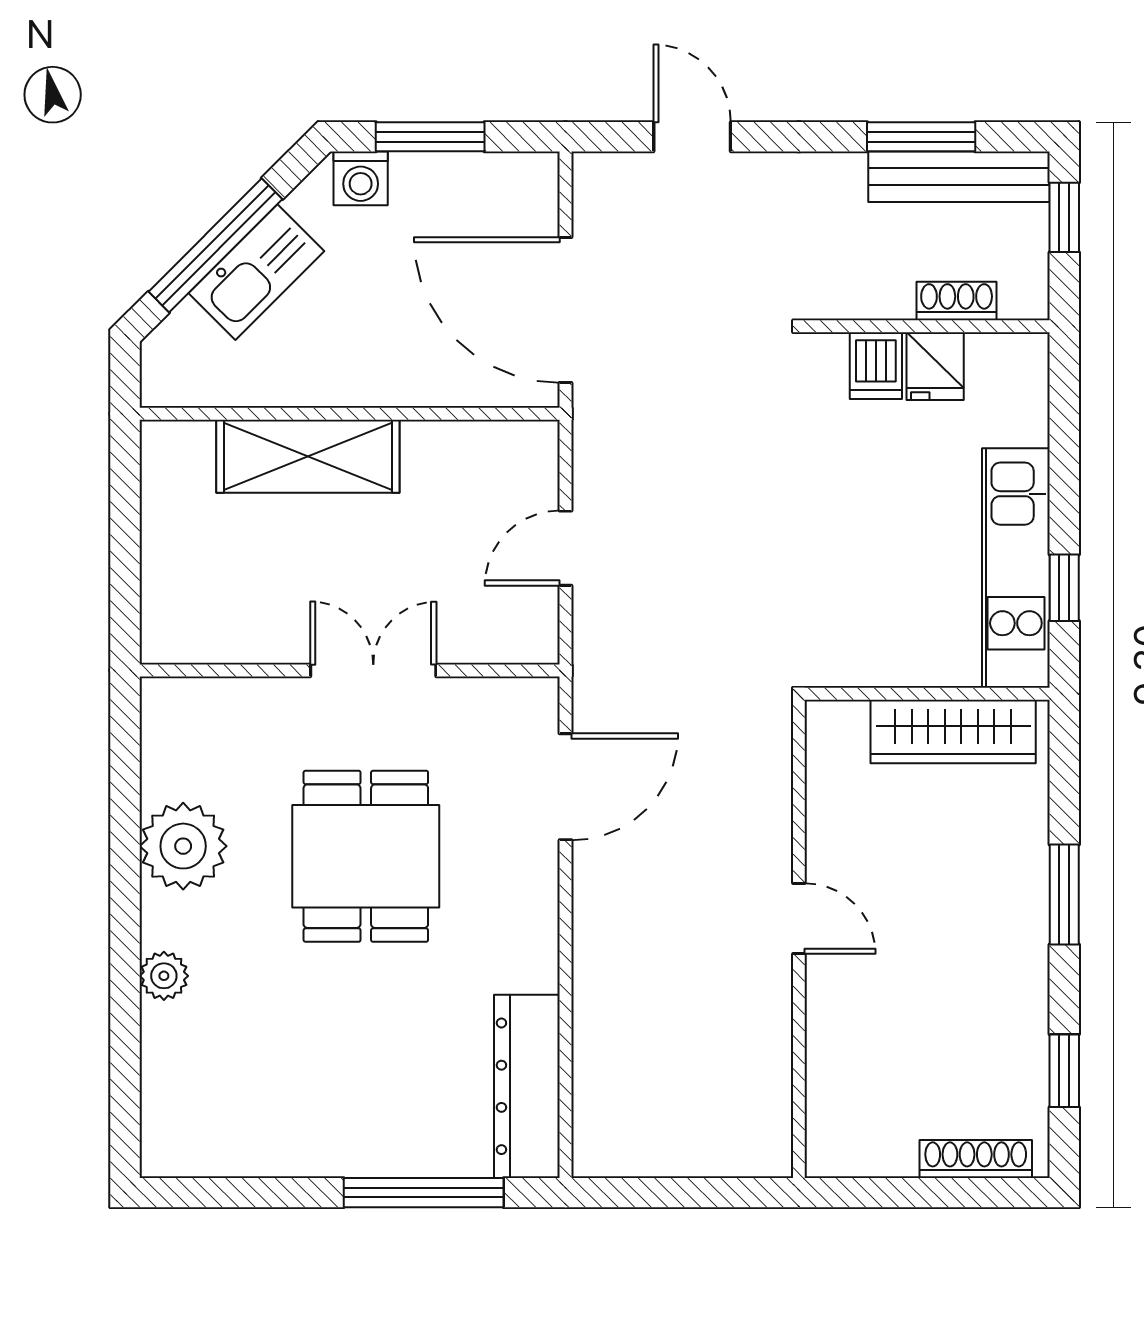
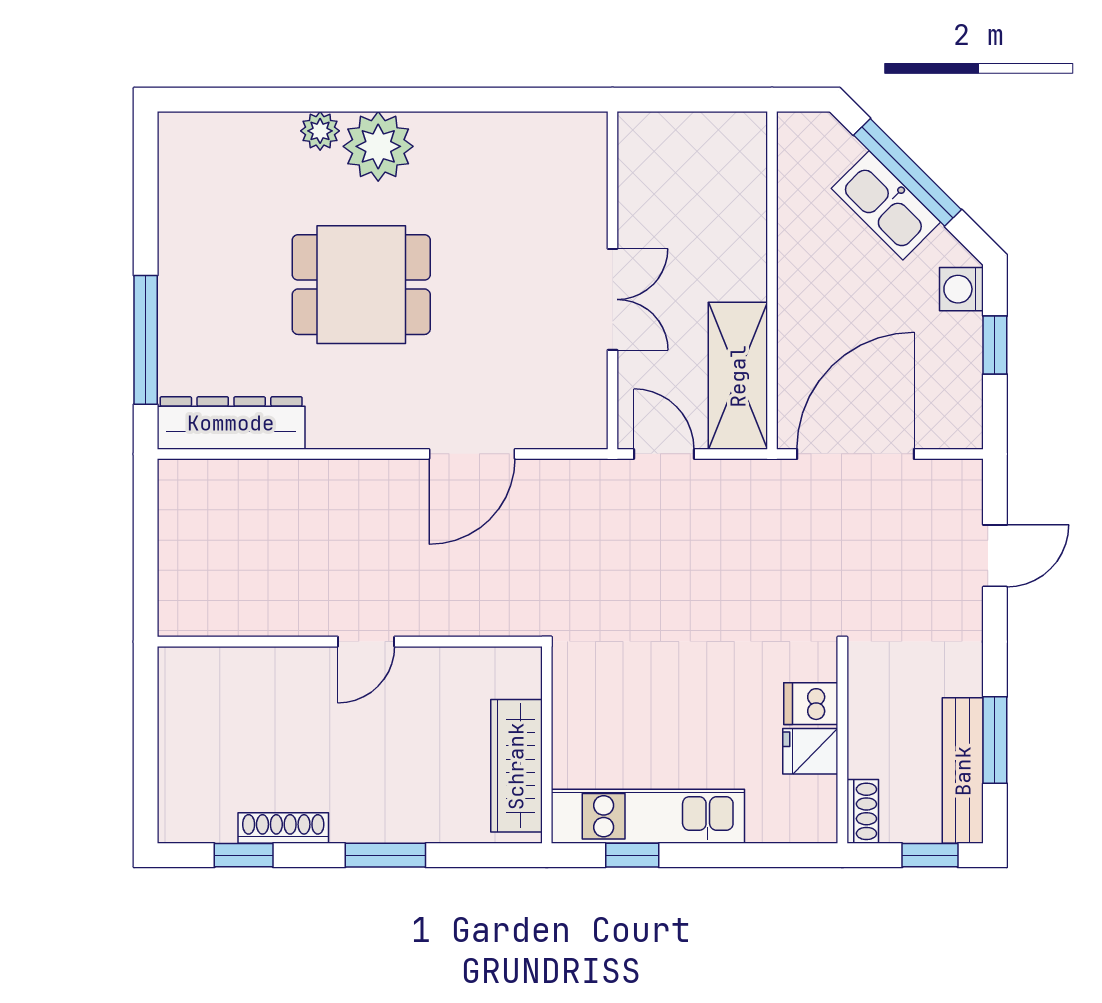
window: (430, 137) -> (995, 345), width x0.67
shoe rack: (957, 301) -> (863, 811), moved
shelving: (308, 456) -> (738, 376), moved
wall: (350, 670) -> (612, 280), moved
double door: (373, 670) -> (612, 299), moved
door: (566, 787) -> (472, 454), hinge flipped
plant: (183, 846) -> (378, 146), moved
dining table: (366, 856) -> (361, 285), moved
shoe rack: (976, 1159) -> (283, 828), moved, turned -90

